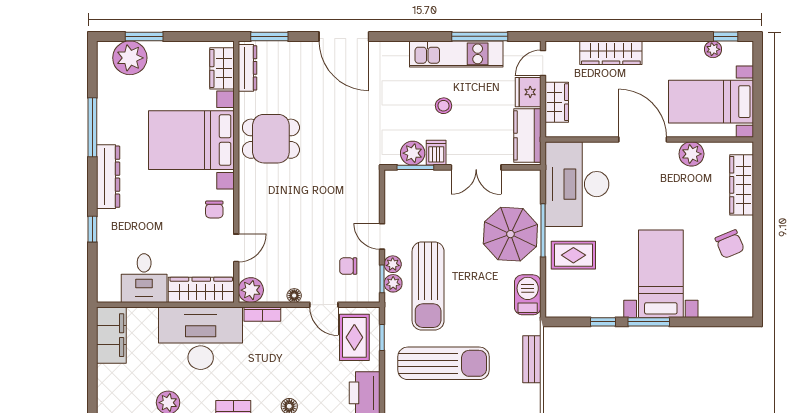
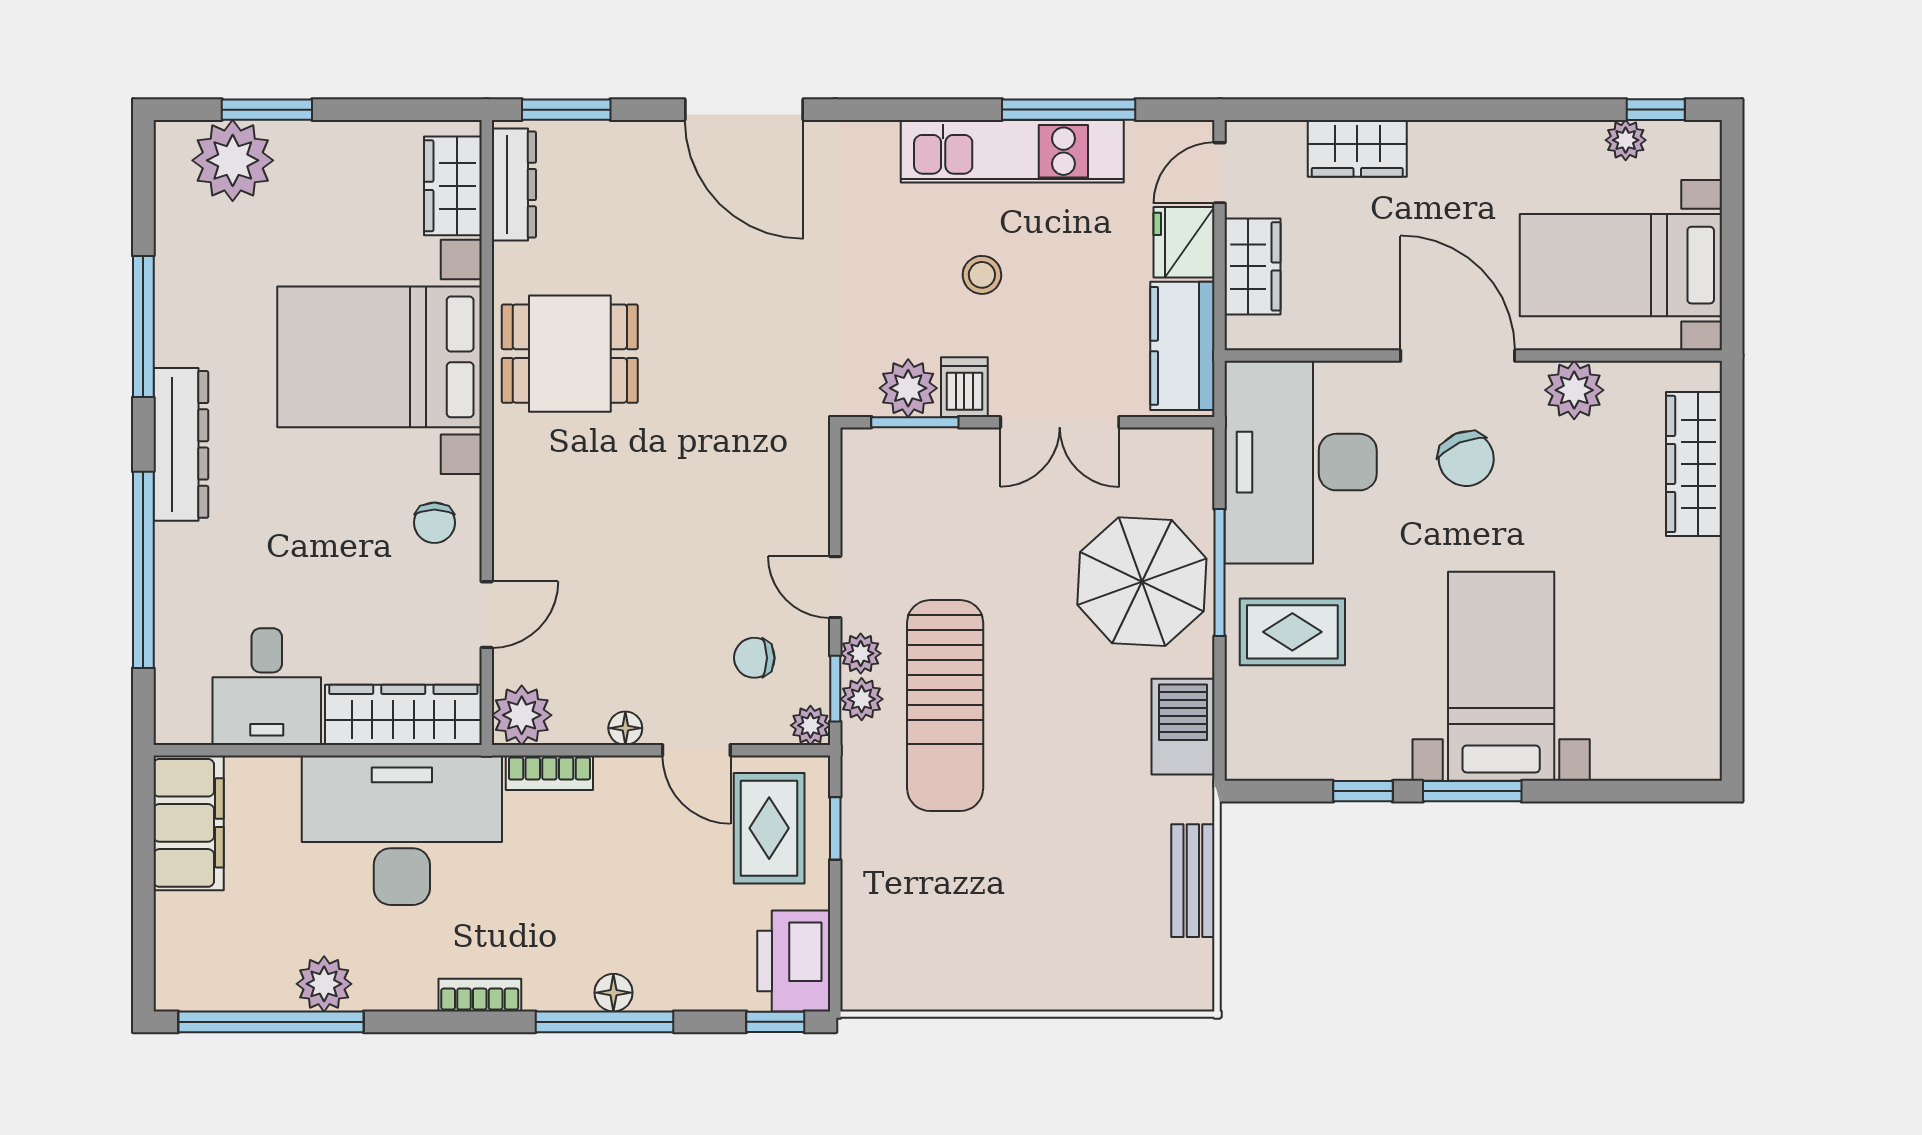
wardrobe: (611, 53) -> (1357, 148), width x0.67
window: (92, 229) -> (143, 570), width x3.17
chair: (730, 244) -> (1466, 459), moved
plant: (372, 294) -> (810, 725), added
sun lounger: (443, 363) -> (982, 890), removed

